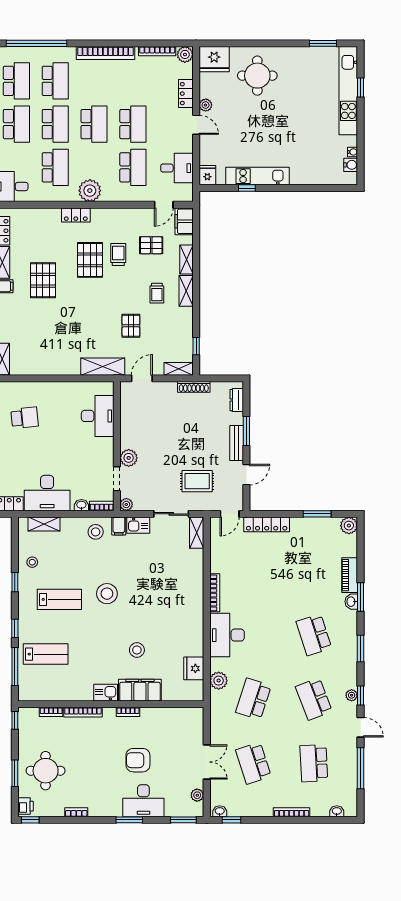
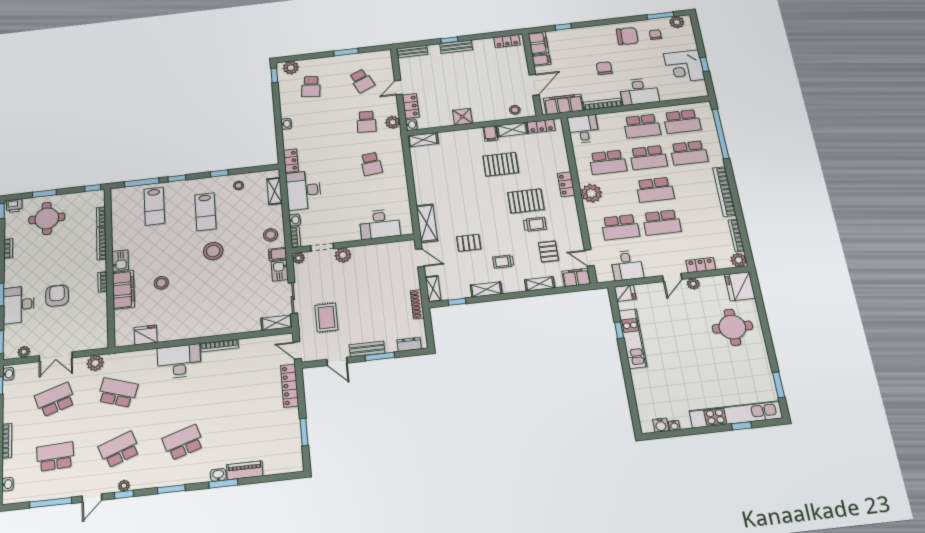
shelving: (186, 291) -> (486, 289), moved
plant: (349, 526) -> (295, 464), removed
plant: (219, 681) -> (95, 363), moved

